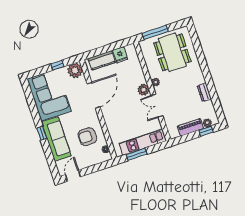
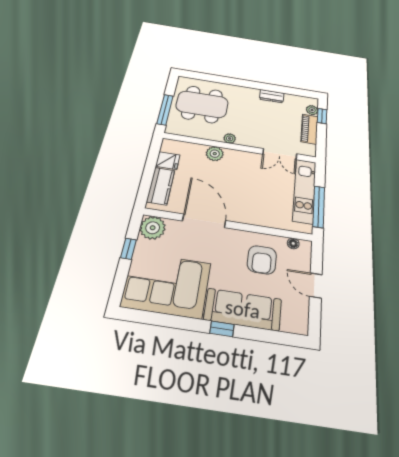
plant: (143, 90) -> (215, 154), moved
double door: (157, 106) -> (280, 154), moved
window: (136, 154) -> (319, 207), width x1.44
door: (73, 176) -> (316, 285), moved

